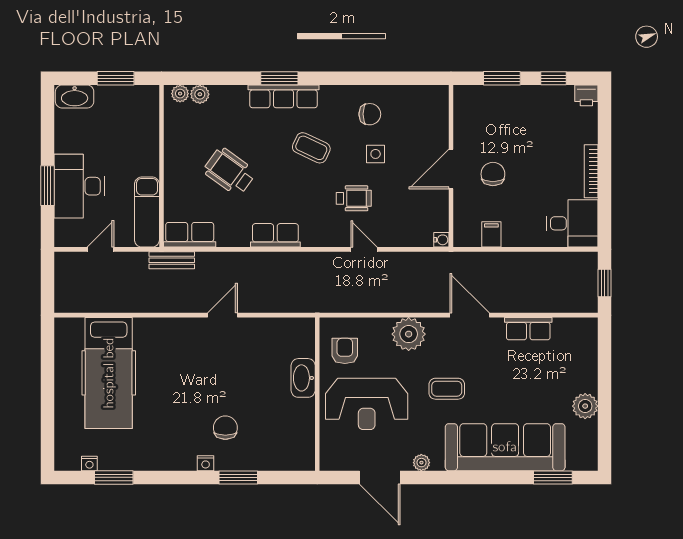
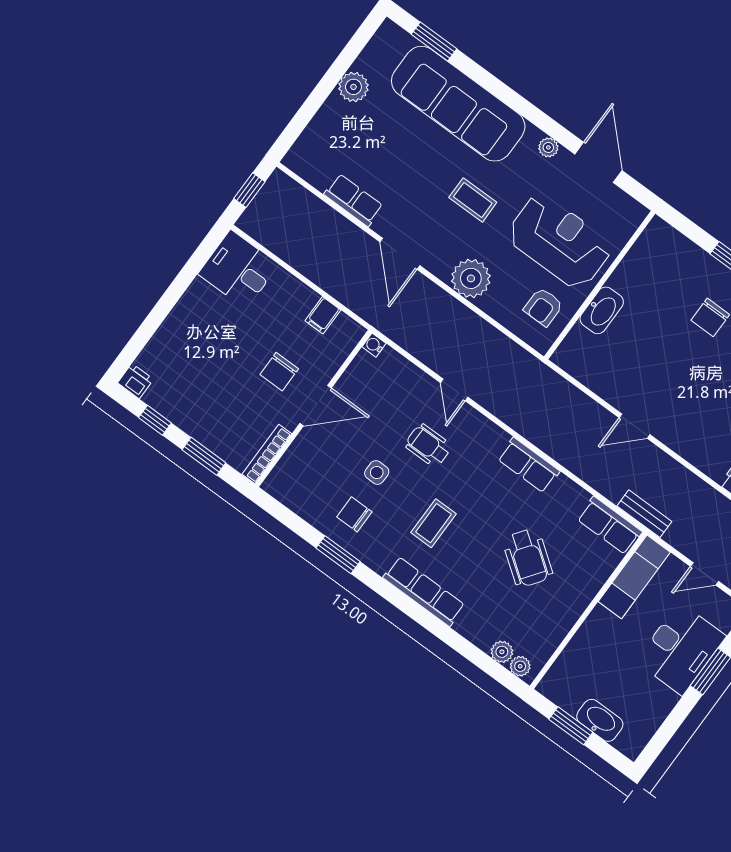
window: (279, 78) -> (338, 555), moved
washbasin: (75, 97) -> (600, 720), moved
coffee table: (311, 148) -> (433, 523), turned 65
bookcase: (591, 171) -> (267, 454), moved, turned 180

